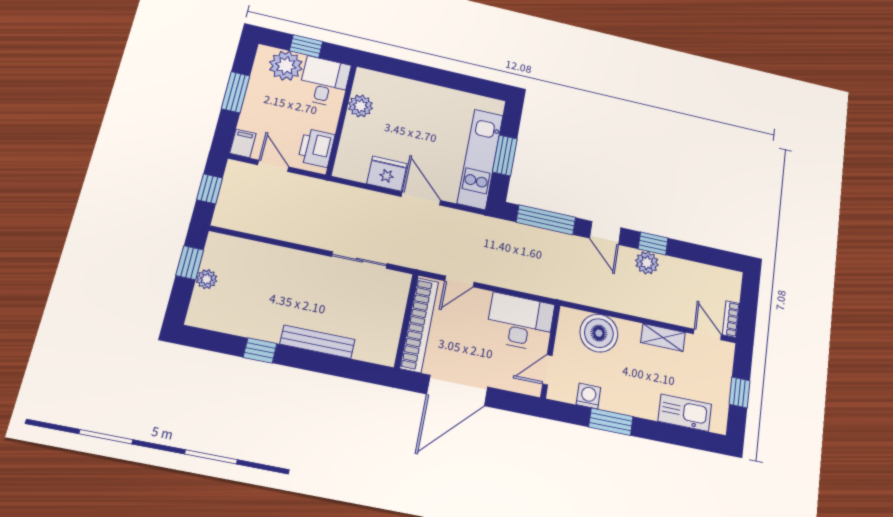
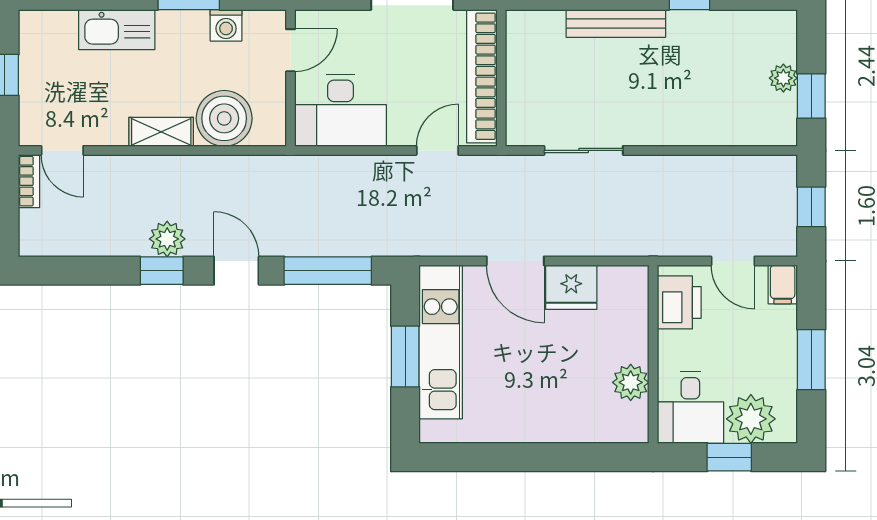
shelving: (663, 338) -> (161, 132), moved
kitchen sink: (685, 413) -> (117, 30), moved

